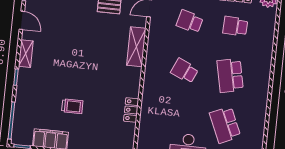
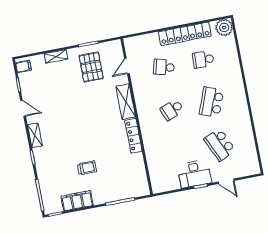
school desk: (185, 71) -> (172, 110), turned -45
school desk: (230, 76) -> (212, 102), turned 33
locker: (131, 110) -> (133, 136), moved, width x1.53

